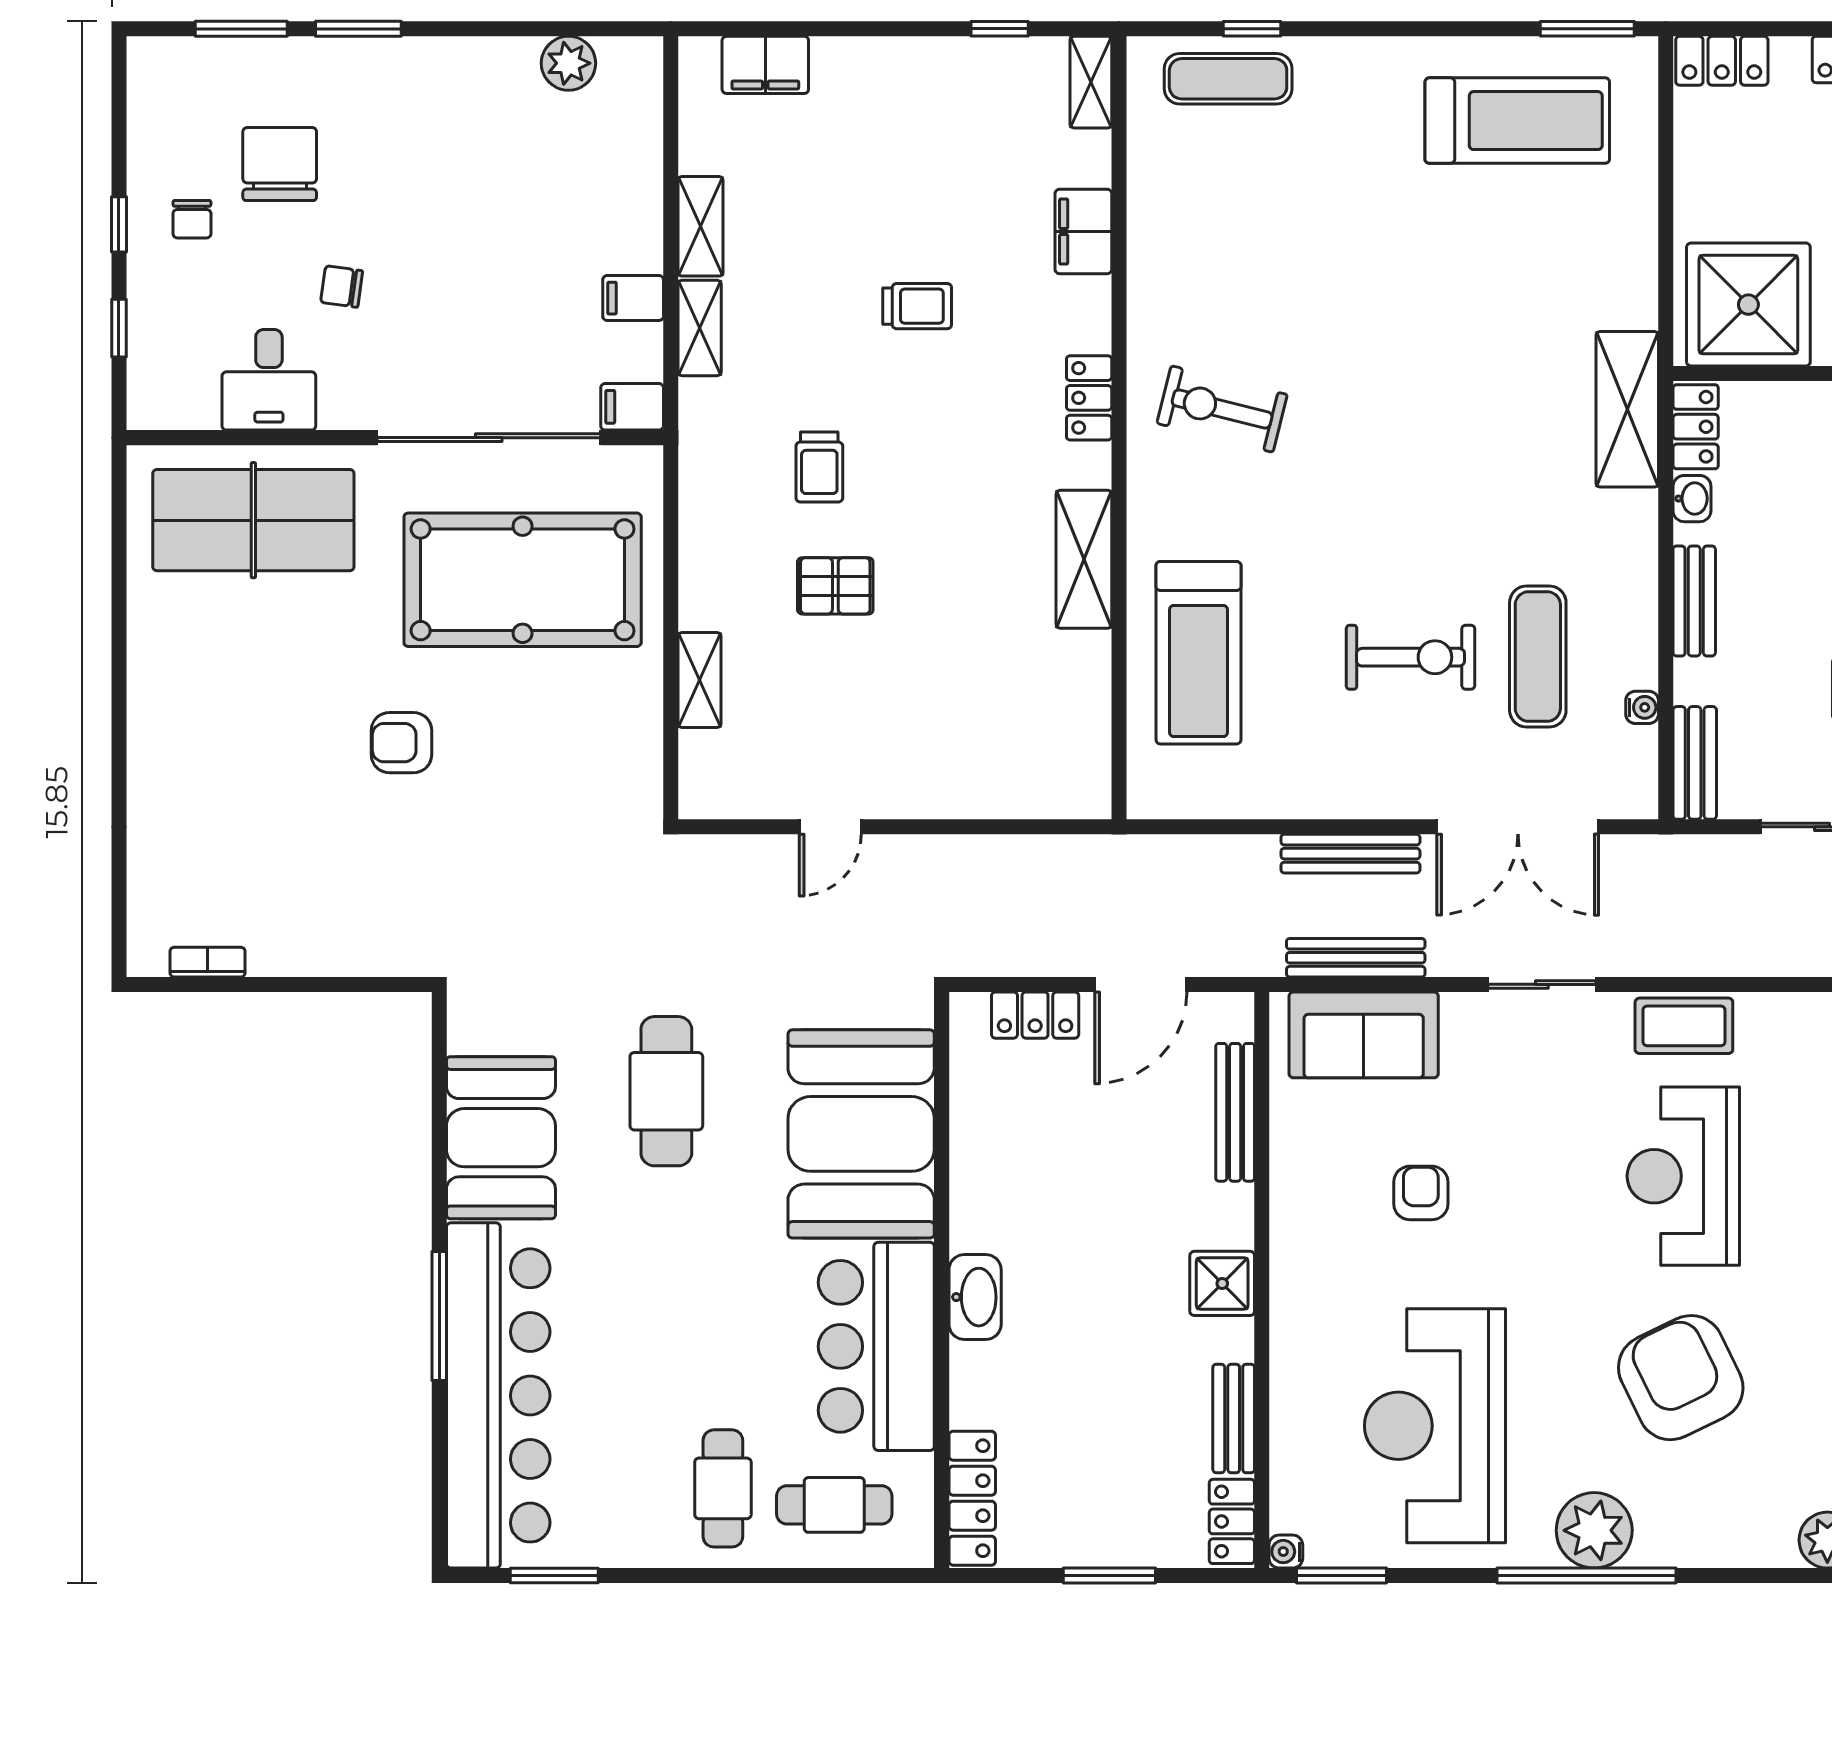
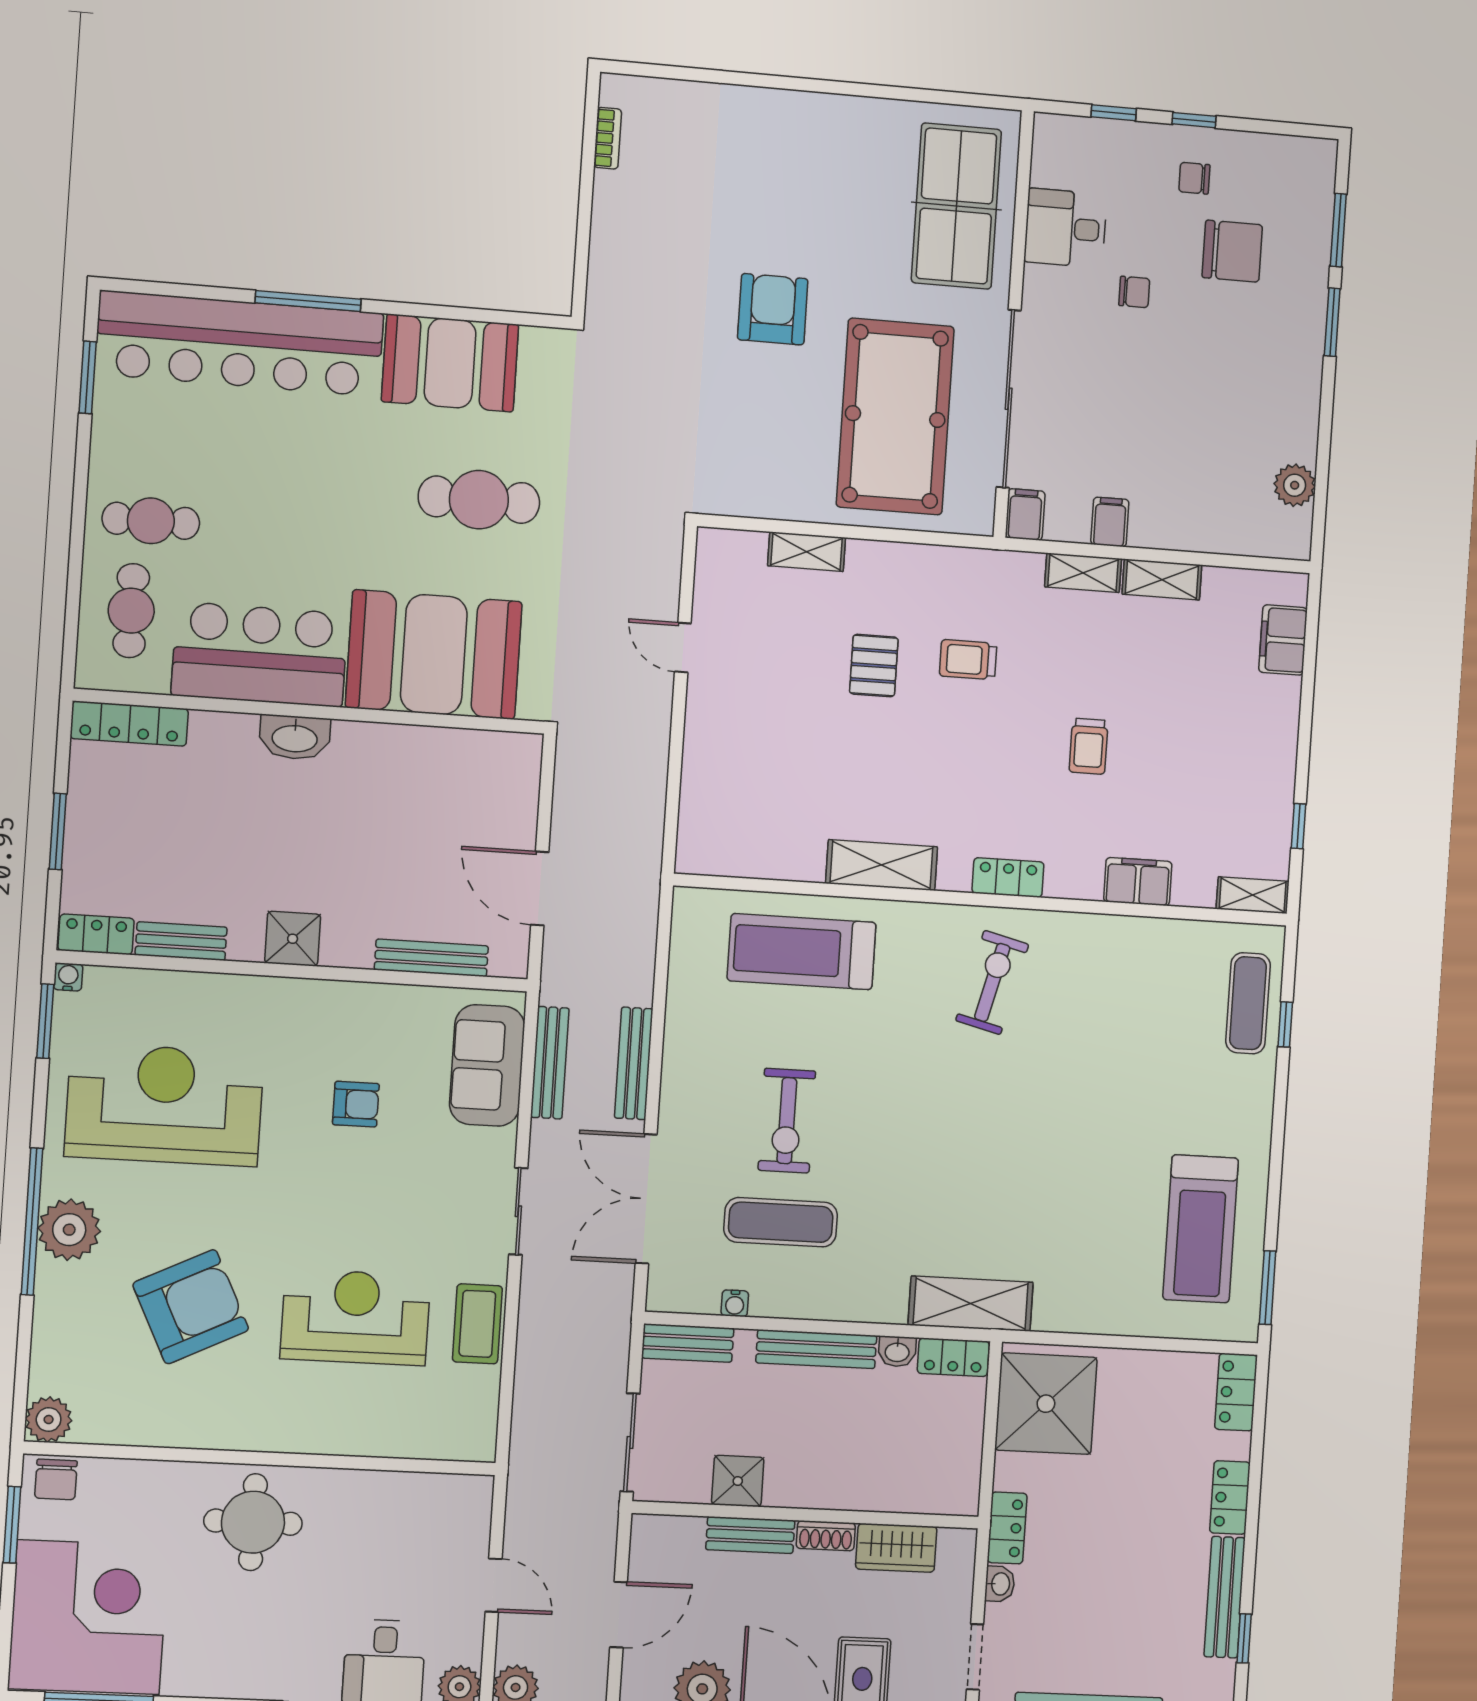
chair: (342, 286) -> (1134, 292), turned 82
bench: (1694, 601) -> (816, 1349), width x1.36
armchair: (401, 743) -> (773, 309), width x1.38, depth x1.38
locker: (1035, 1015) -> (521, 802), removed

